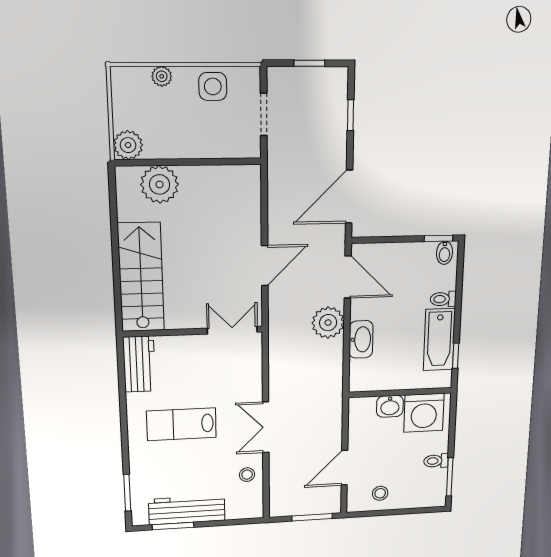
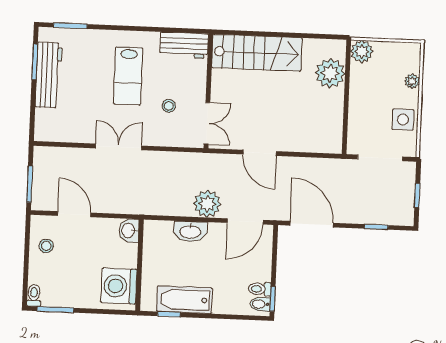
doorway: (264, 114) -> (380, 158), width x1.38
toilet: (443, 299) -> (260, 289), moved, turned -90
washbasin: (390, 406) -> (129, 231), moved
lab bench: (181, 424) -> (128, 76), turned 180
toilet: (436, 461) -> (34, 295), moved
stool: (247, 475) -> (169, 106), moved

